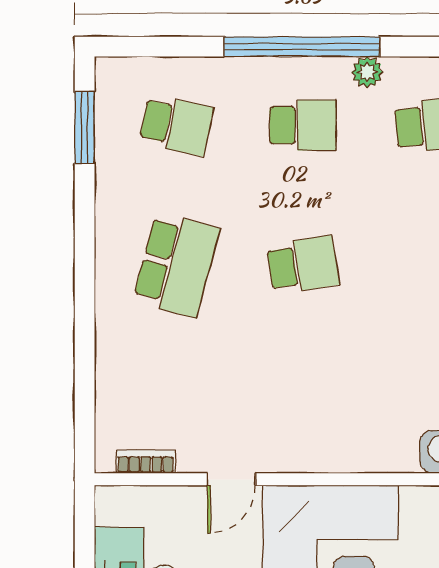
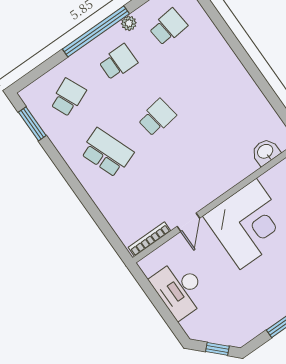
school desk: (176, 125) -> (68, 97), turned -36
school desk: (176, 265) -> (107, 153), turned -36
bookcase: (146, 462) -> (150, 239), width x1.56

